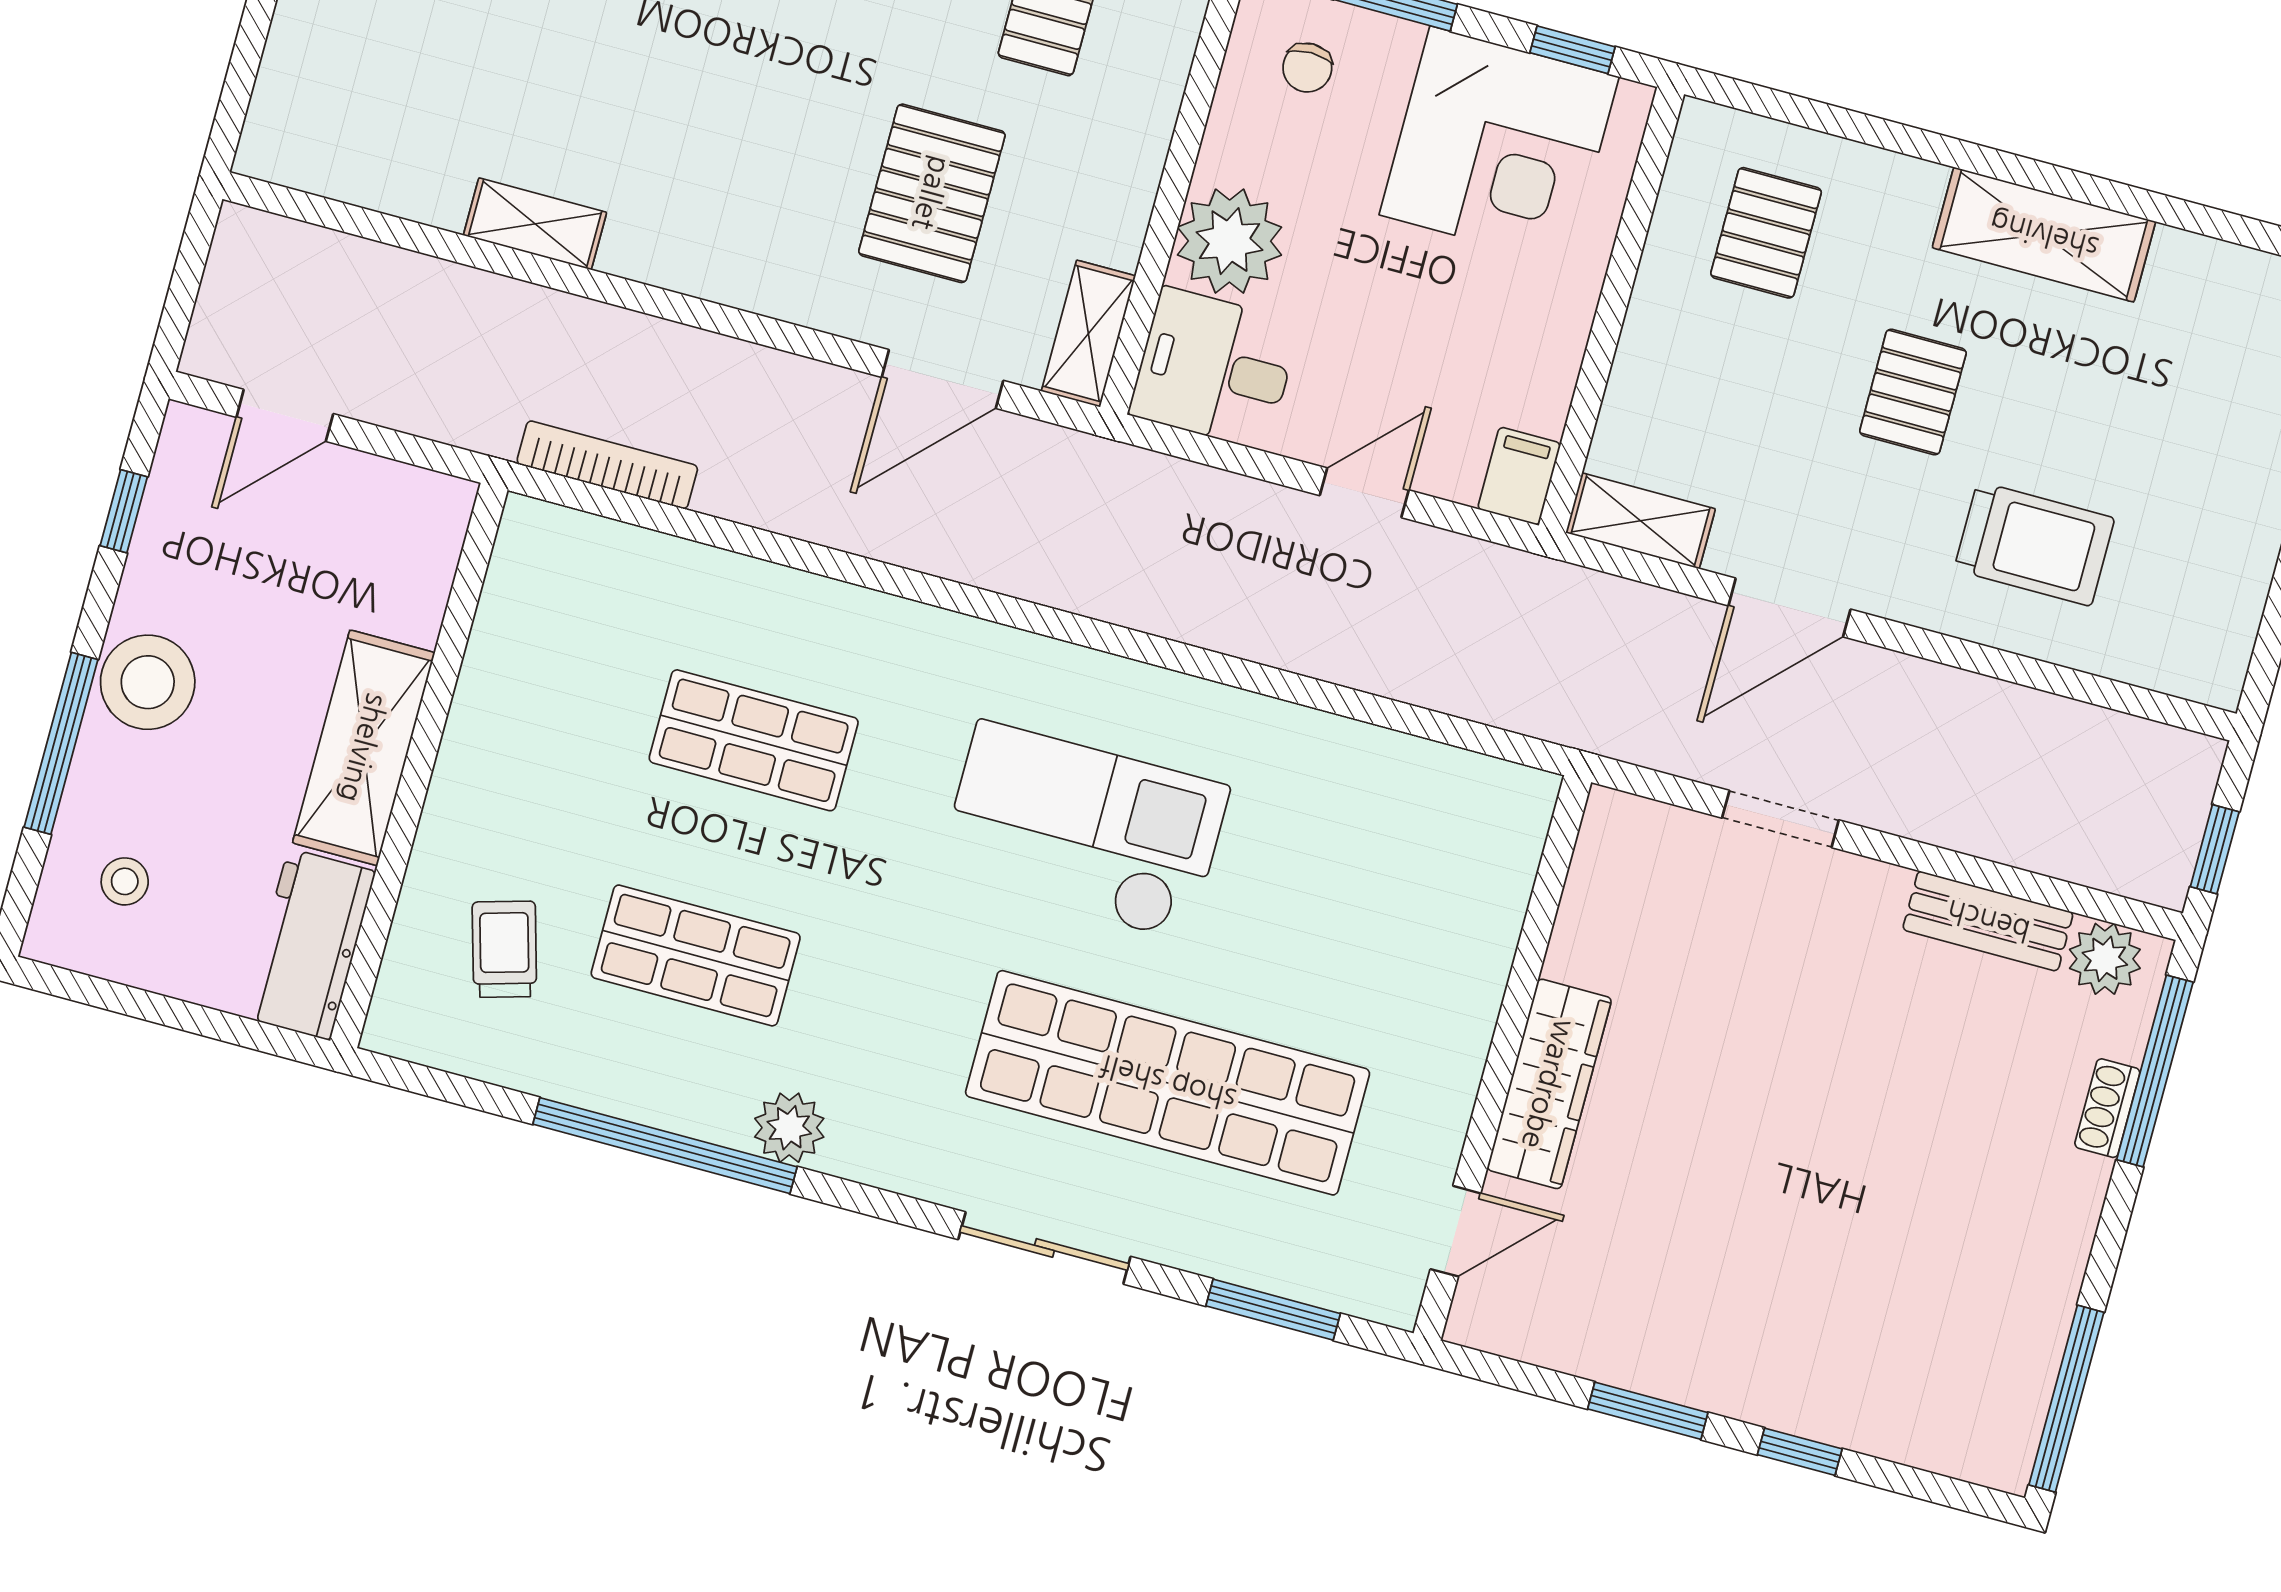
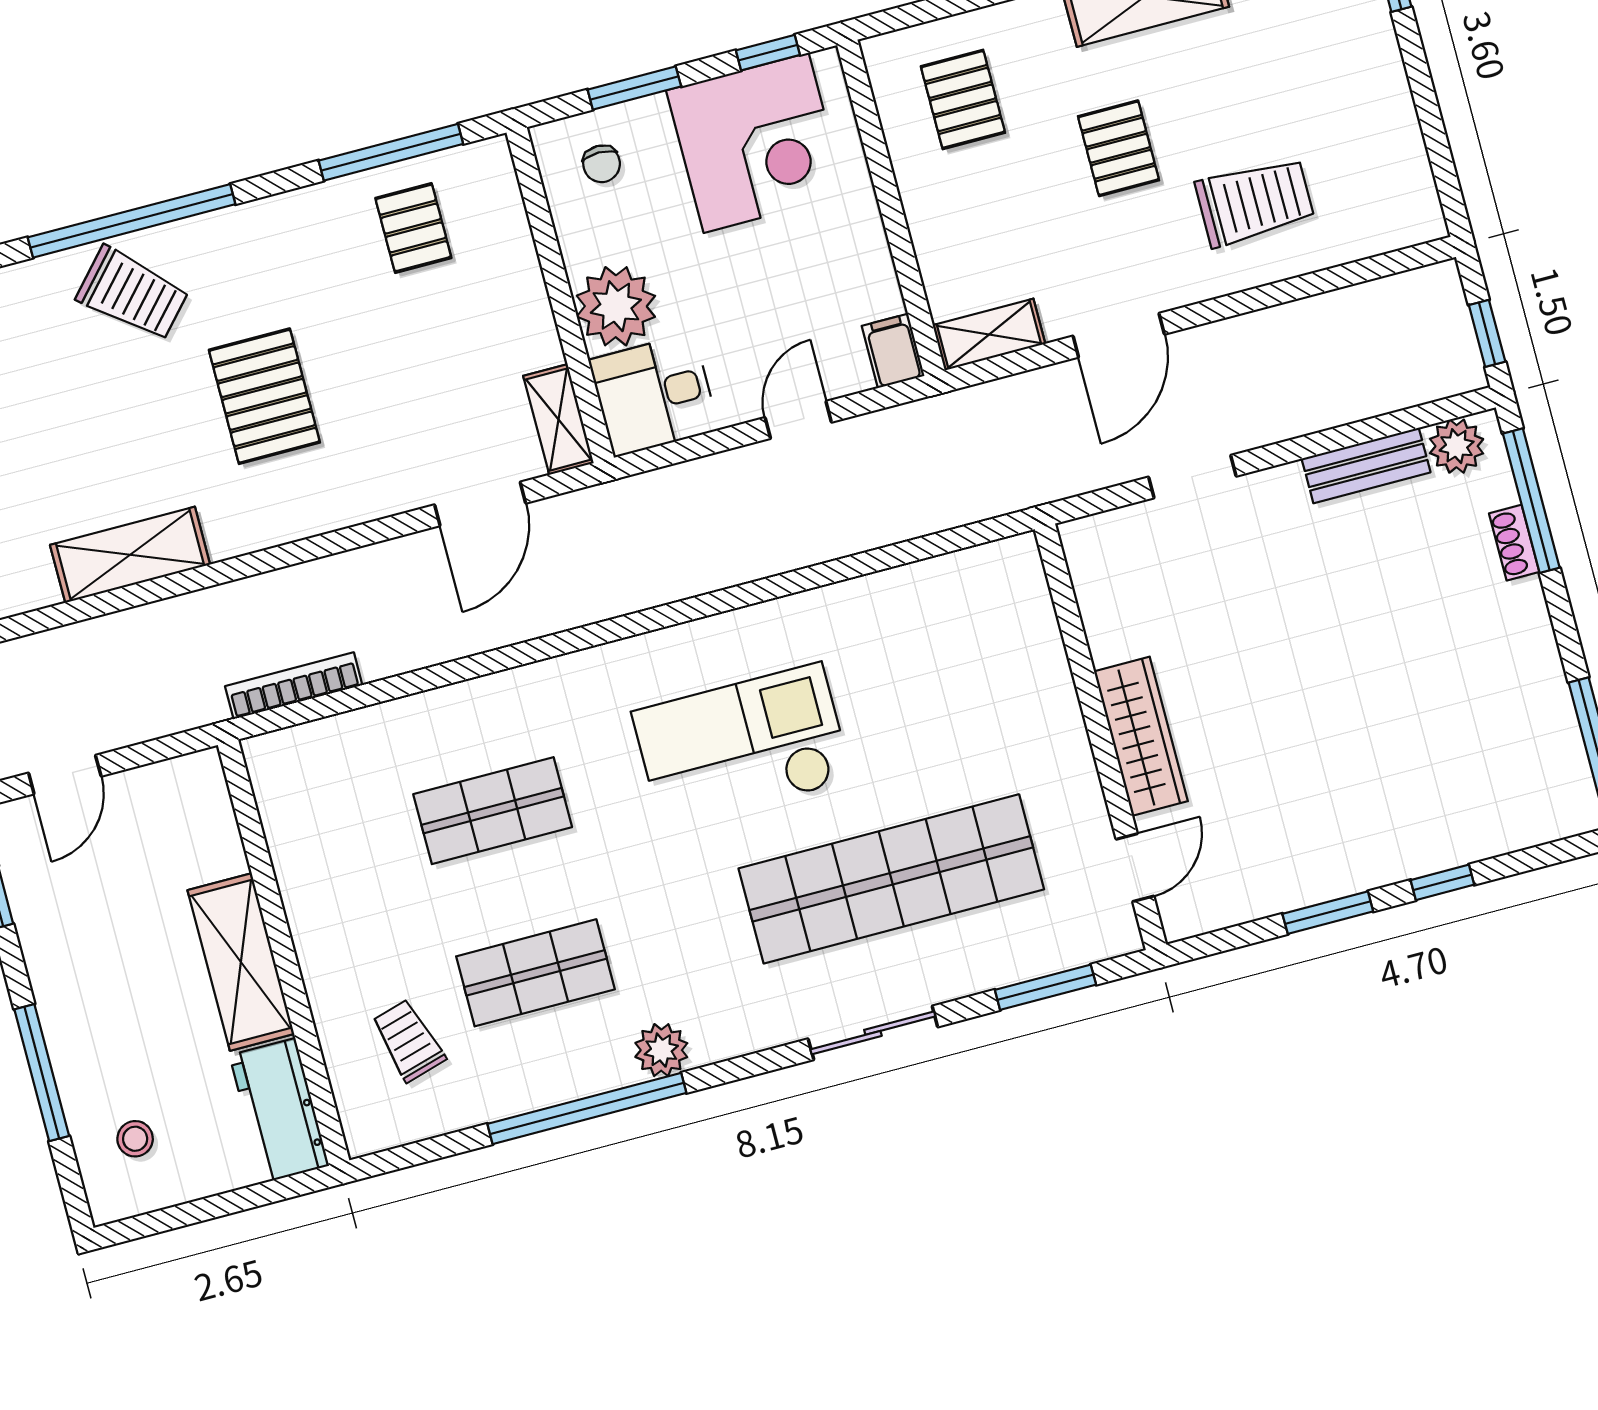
pallet: (932, 193) -> (264, 396), moved
shelving: (535, 224) -> (130, 555), width x1.50, depth x1.33
stool: (148, 682) -> (75, 1000), removed

